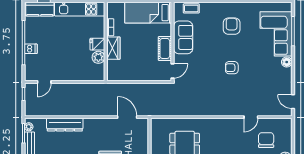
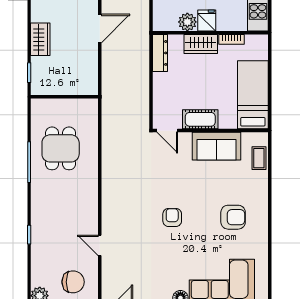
dresser: (120, 76) -> (160, 53), added
door: (127, 117) -> (100, 28), moved
chair: (266, 140) -> (73, 282), moved

